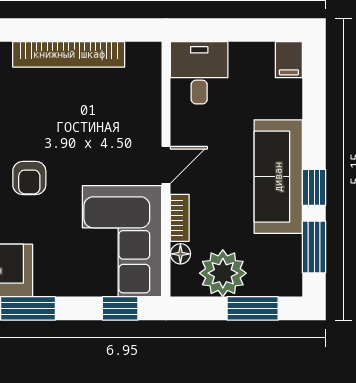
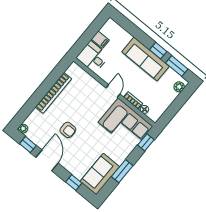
filing cabinet: (289, 60) -> (100, 40), moved
armchair: (29, 178) -> (68, 130), moved
plant: (223, 273) -> (179, 87), moved, width x0.53, depth x0.53
window: (253, 308) -> (180, 101), removed

